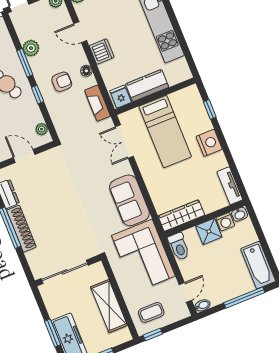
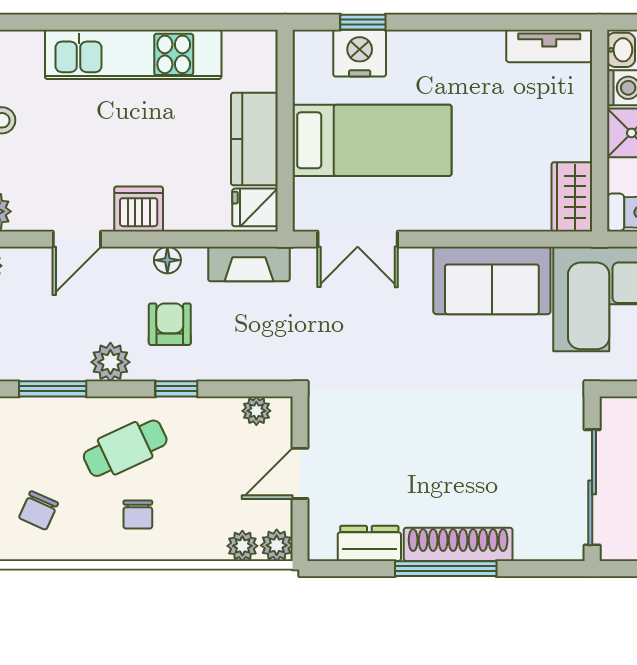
plant: (31, 48) -> (110, 362), moved
window: (25, 63) -> (53, 389), moved
nightstand: (209, 143) -> (360, 53), moved
wardrobe: (181, 216) -> (572, 197), width x0.67

